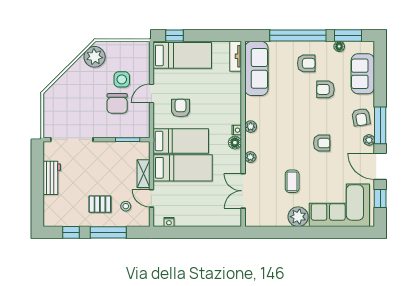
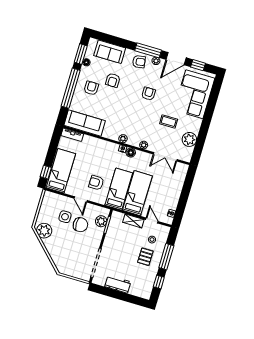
plant: (130, 130) -> (101, 221), added
door: (151, 198) -> (152, 220), swing flipped
plant: (298, 217) -> (189, 139), moved

